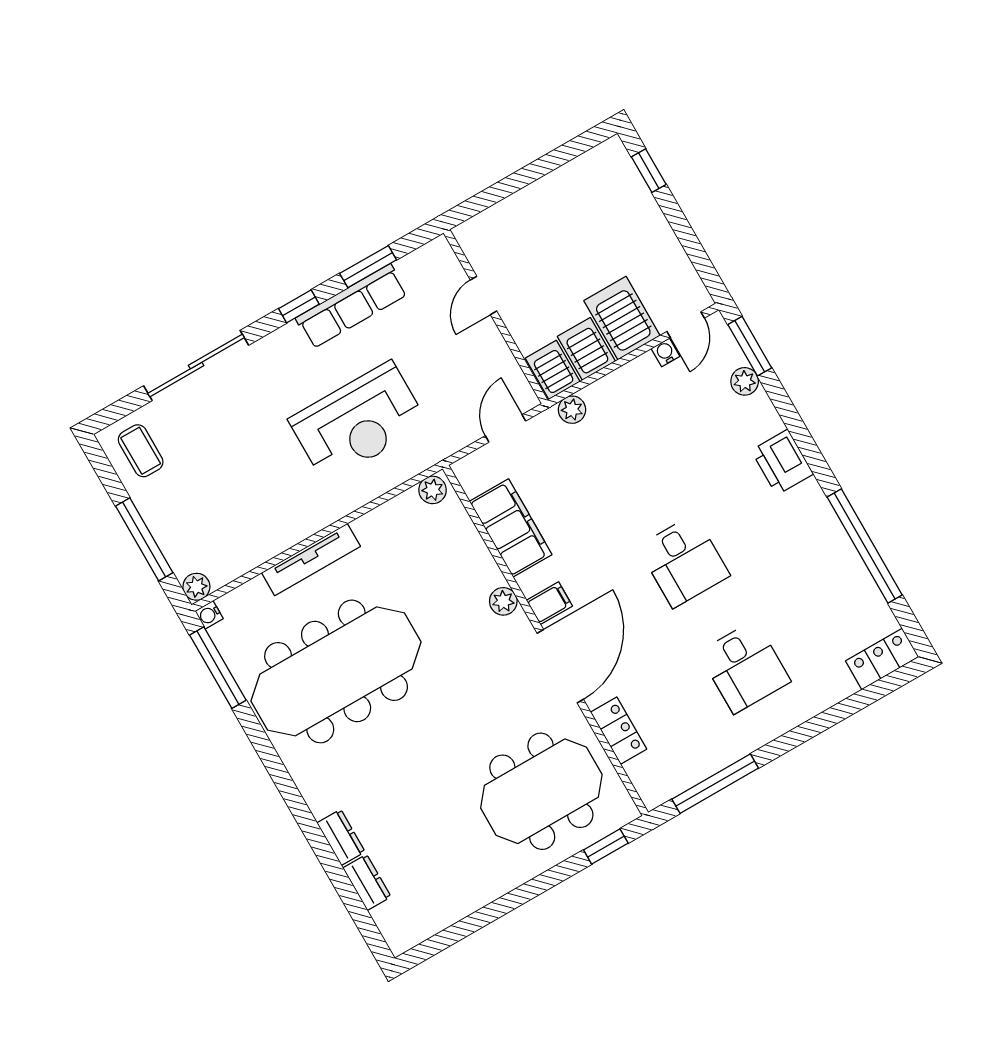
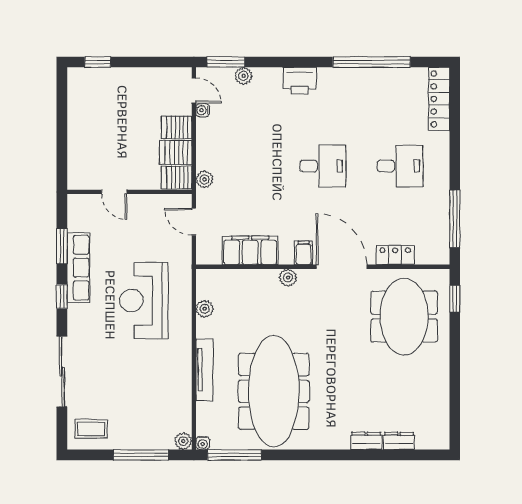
server rack: (622, 318) -> (177, 127), width x0.73, depth x0.70
reception desk: (358, 422) -> (144, 301), turned 180
plant: (433, 490) -> (205, 309), moved
locker: (882, 659) -> (439, 99), width x1.53

